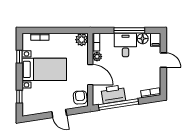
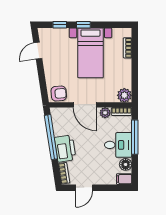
window: (129, 30) -> (135, 137), moved
window: (19, 57) -> (83, 25), moved
door: (163, 60) -> (84, 188), moved
door: (90, 75) -> (85, 105), hinge flipped
printer: (113, 94) -> (65, 149), moved
door: (59, 113) -> (38, 51), moved

